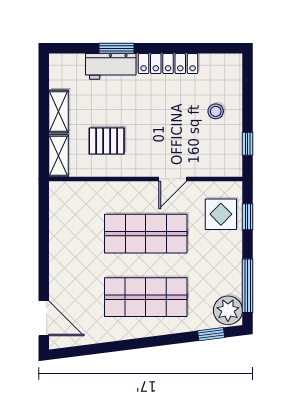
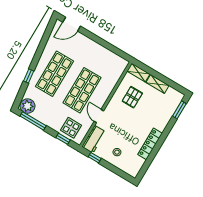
window: (117, 48) -> (179, 110), moved
workbench: (111, 66) -> (94, 139), moved, turned 180
window: (211, 334) -> (29, 76), moved

